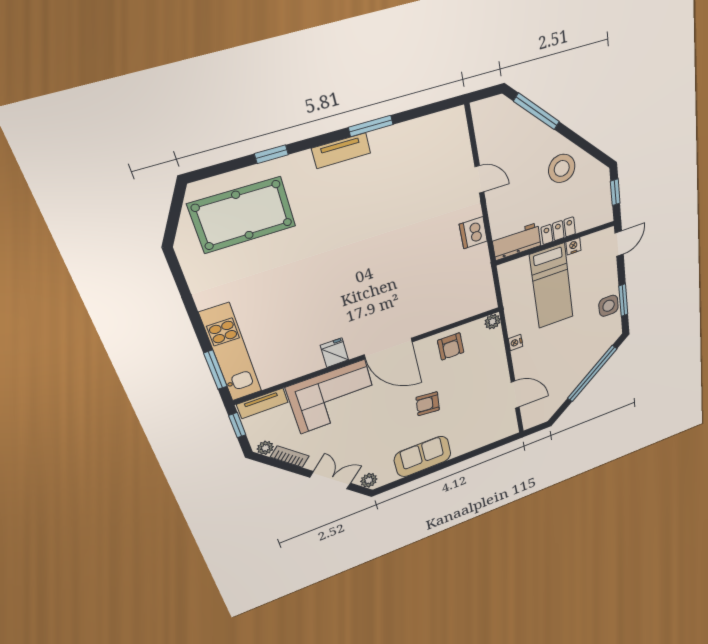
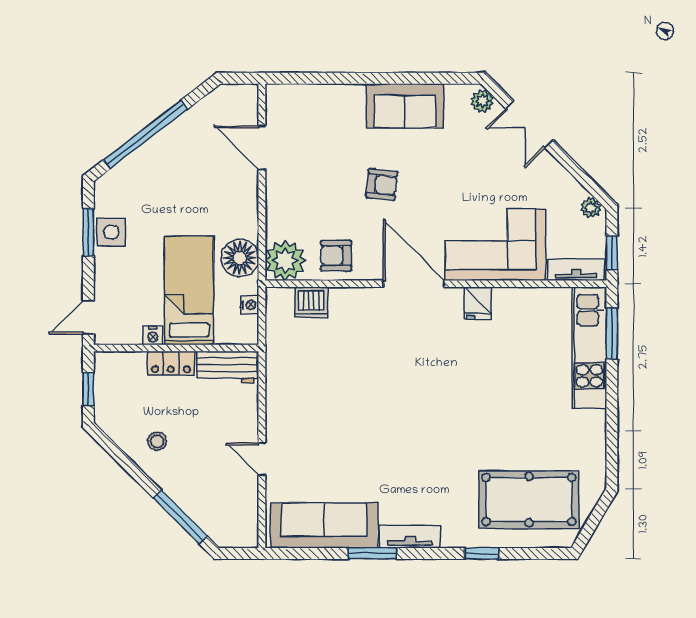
sofa: (418, 139) -> (324, 525), added
stool: (562, 168) -> (157, 441), width x0.53, depth x0.53
dishwasher: (473, 233) -> (311, 302), moved, turned 90
floor lamp: (519, 320) -> (240, 258), added
plant: (493, 322) -> (285, 260), width x1.88, depth x1.88
nightstand: (515, 342) -> (250, 305), moved
armchair: (451, 346) -> (336, 256), turned -90
bookcase: (290, 457) -> (567, 182), removed

